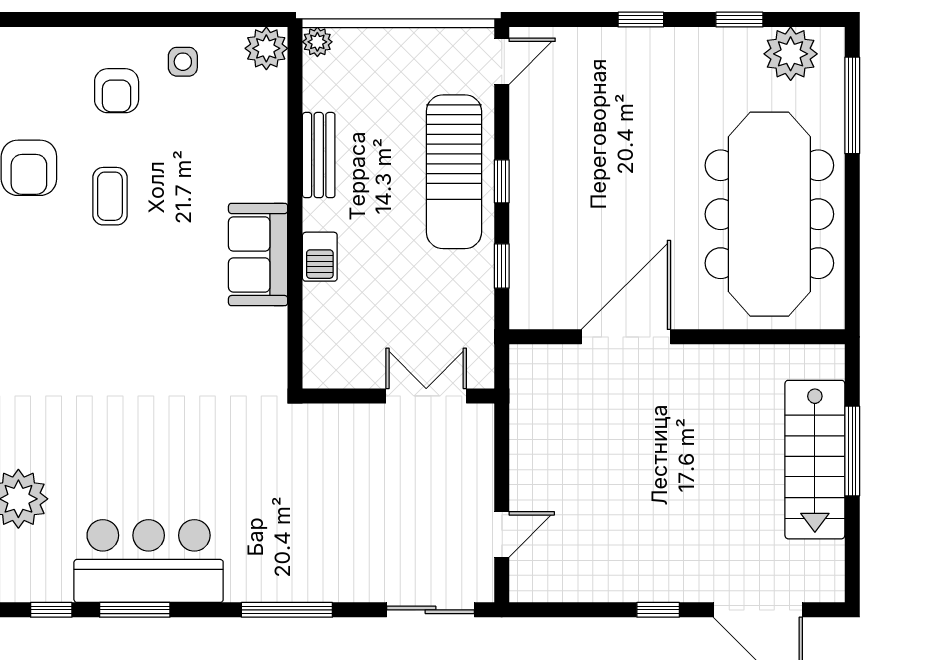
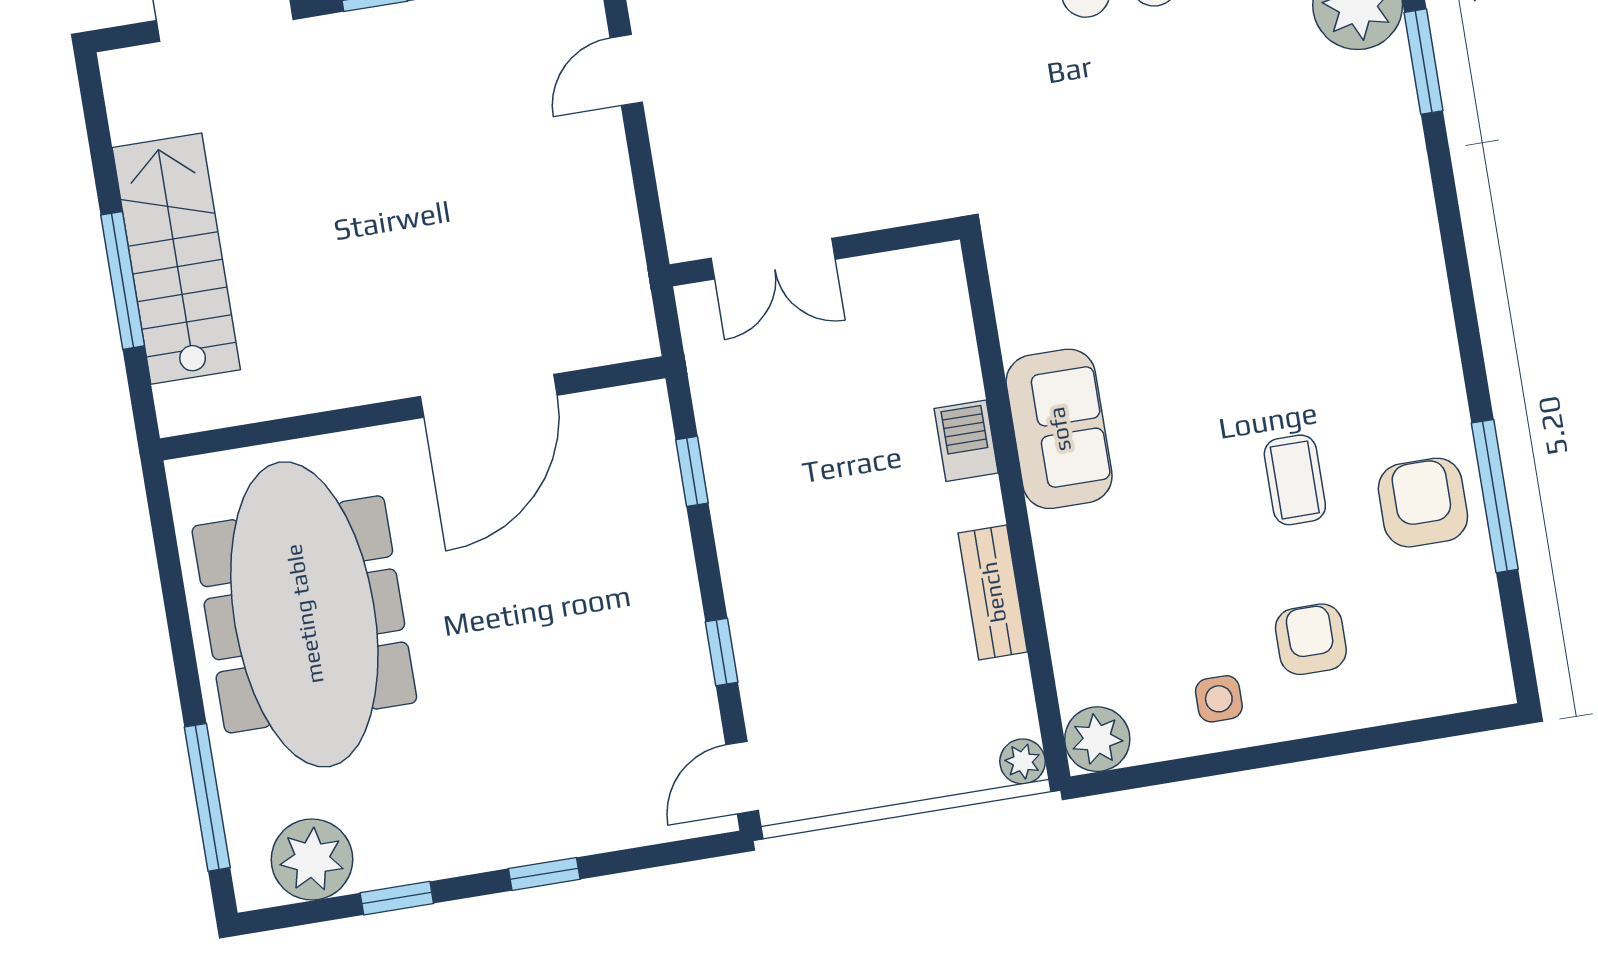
sun lounger: (454, 172) -> (786, 601), removed
window: (502, 181) -> (722, 652), moved

